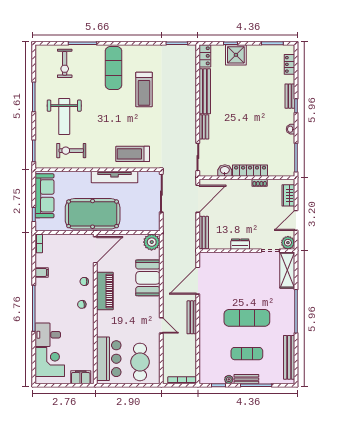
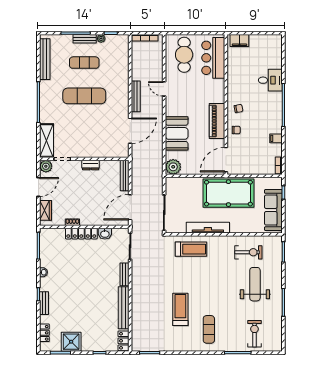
shower: (236, 55) -> (71, 342), moved
exercise mat: (114, 68) -> (209, 329), width x0.73, depth x0.69
corner desk: (50, 362) -> (269, 55), removed

